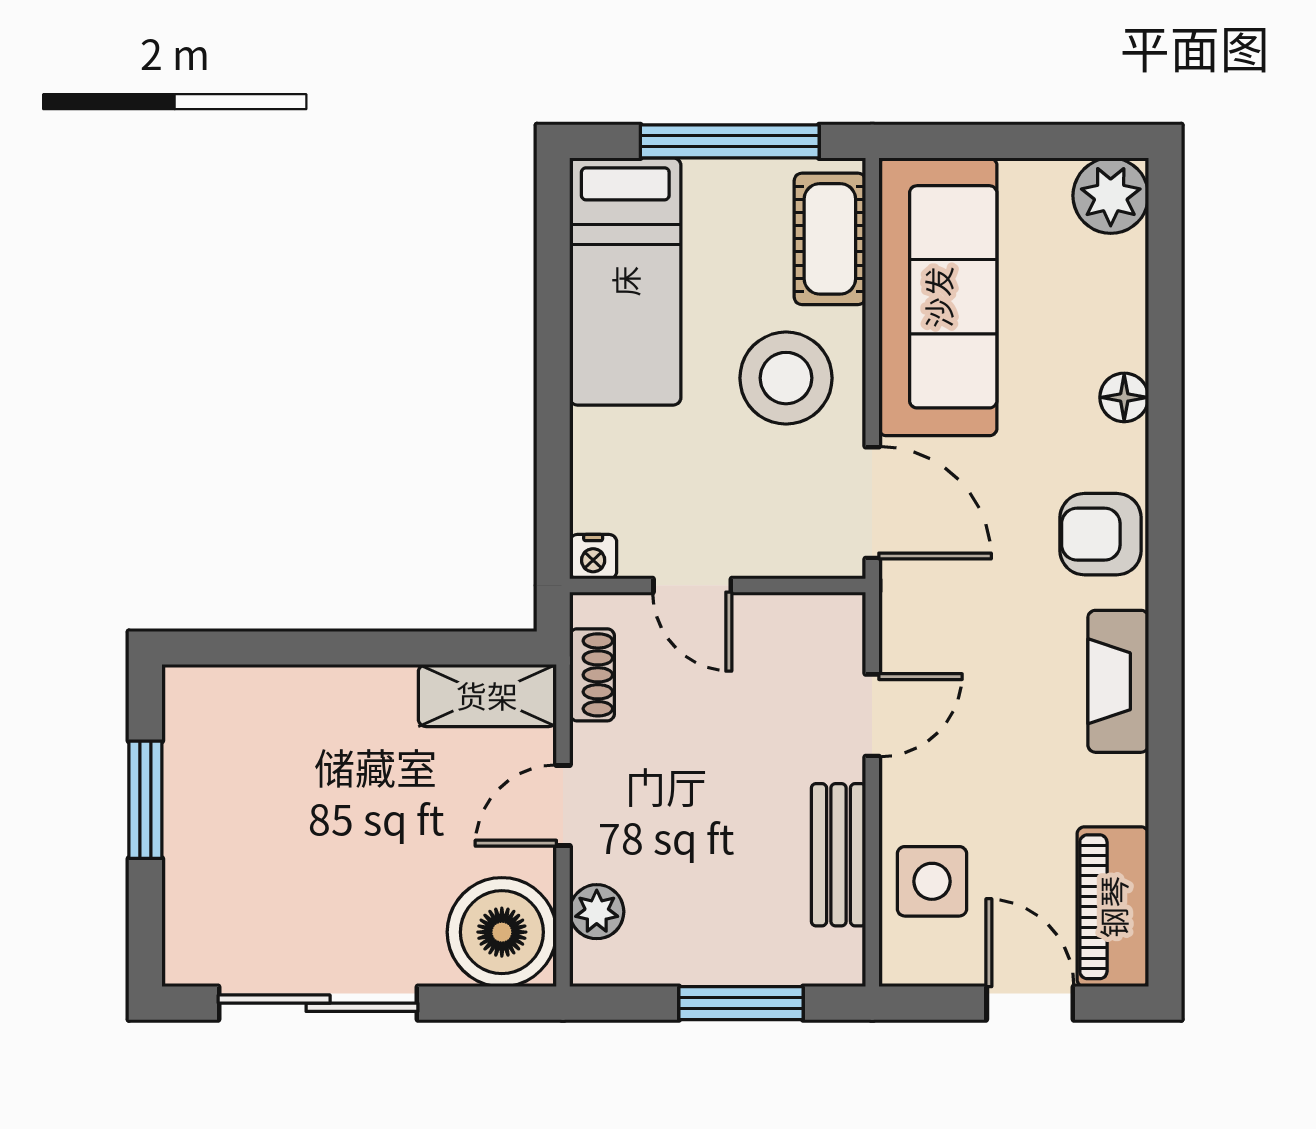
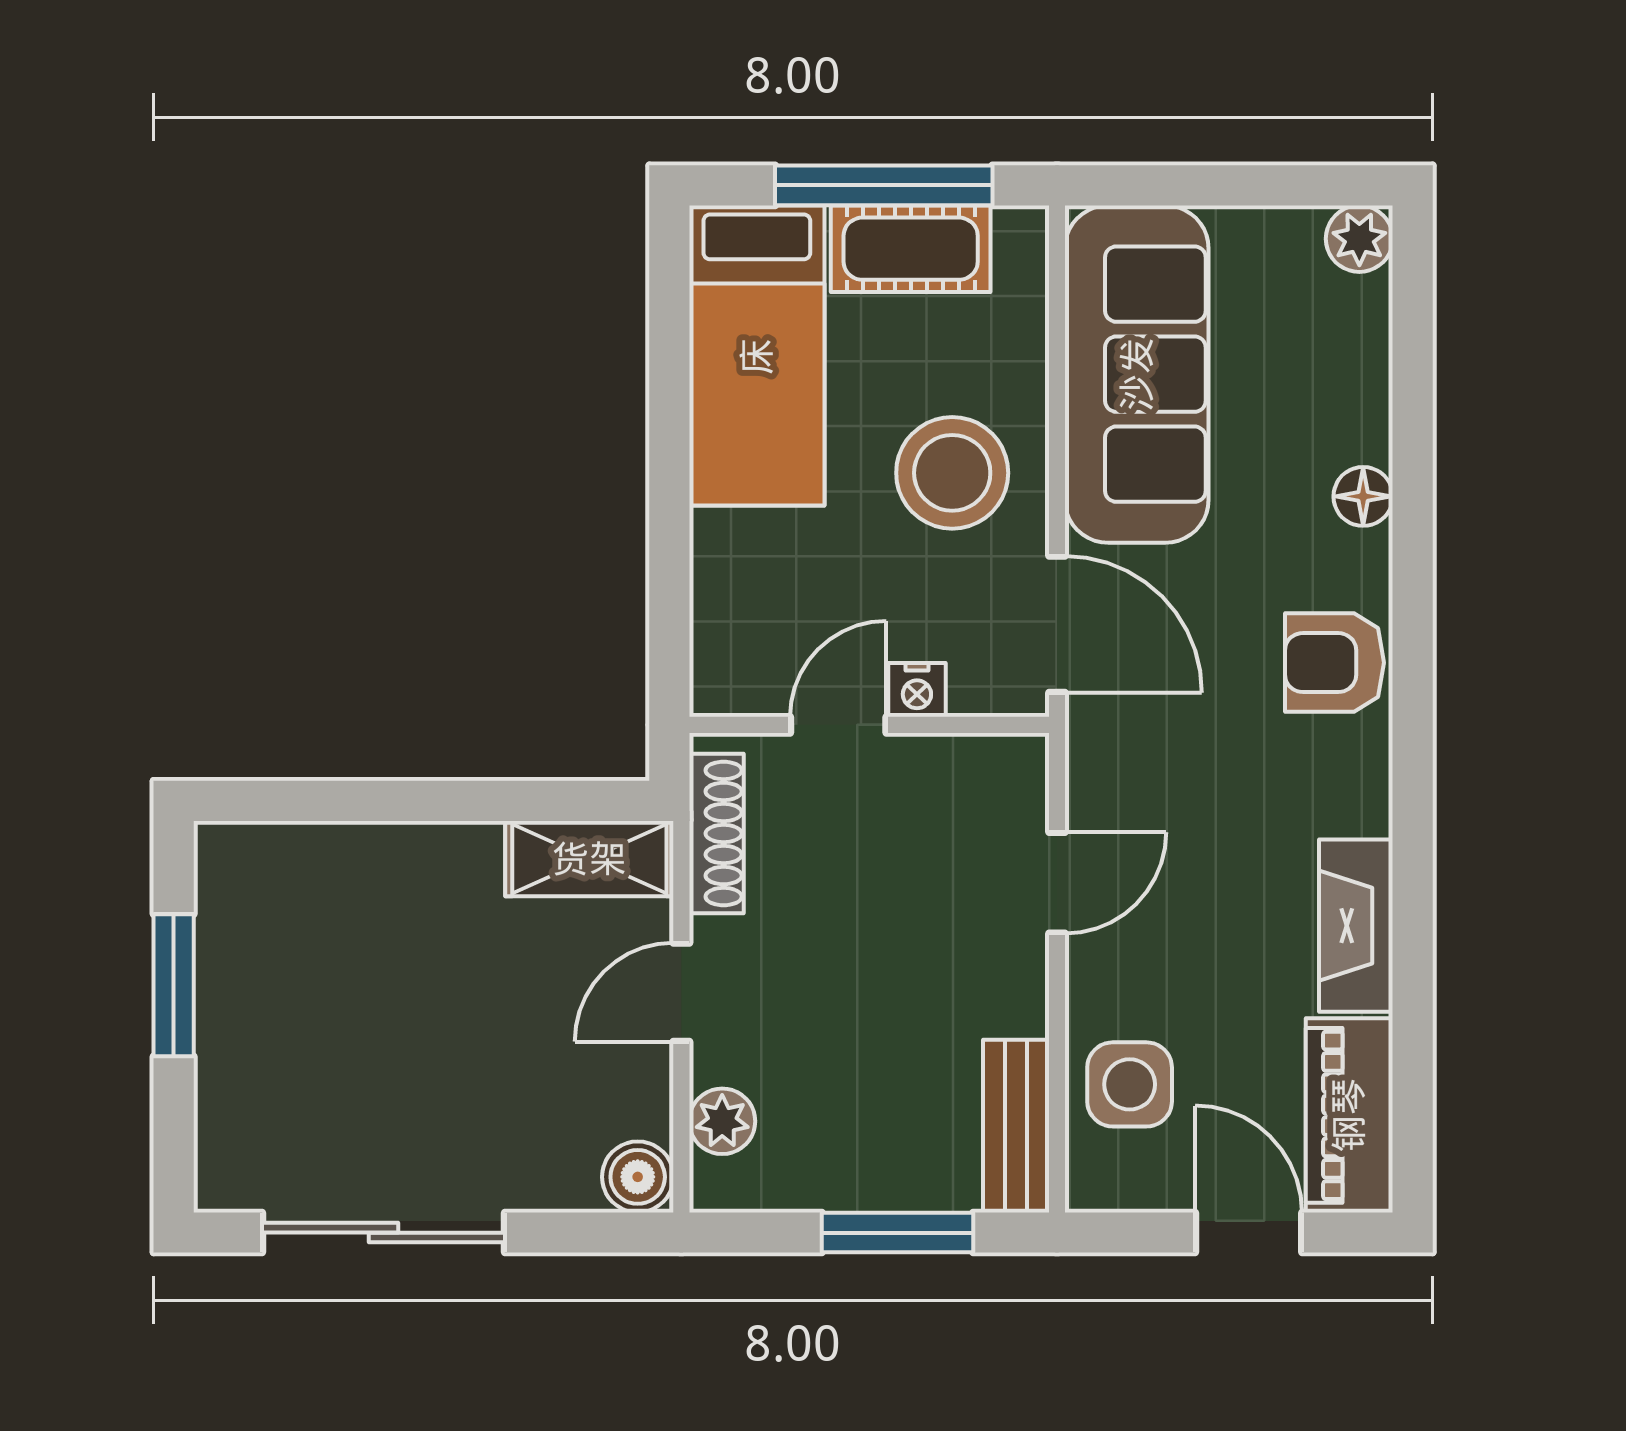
plant: (1111, 196) -> (1359, 239), width x0.73, depth x0.73
cot: (830, 239) -> (911, 249), moved, turned 90
nightstand: (593, 557) -> (917, 690), moved
door: (692, 585) -> (838, 725), swing flipped
shoe rack: (592, 675) -> (716, 833), width x1.43
fireplace: (1118, 681) -> (1356, 926), moved
bench: (839, 855) -> (1016, 1126), moved
boiler: (502, 932) -> (638, 1177), width x0.54, depth x0.54

